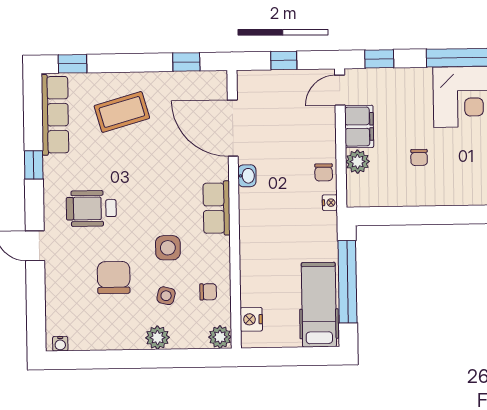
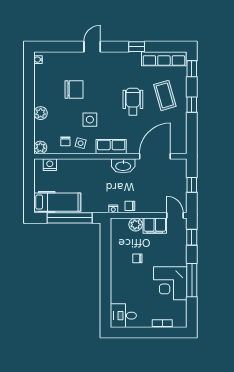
window: (186, 62) -> (192, 105), moved
washbasin: (247, 176) -> (123, 166), width x1.91, depth x1.45
wheelchair: (91, 208) -> (133, 102), moved
side table: (166, 296) -> (81, 143), moved

